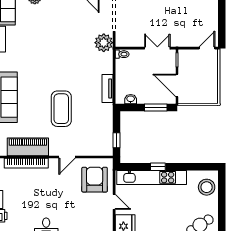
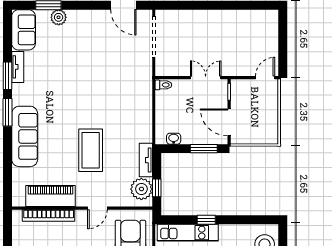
plant: (104, 43) -> (141, 189), moved
tv unit: (107, 88) -> (146, 160), moved
kitchen unit: (152, 177) -> (188, 233), width x0.73

